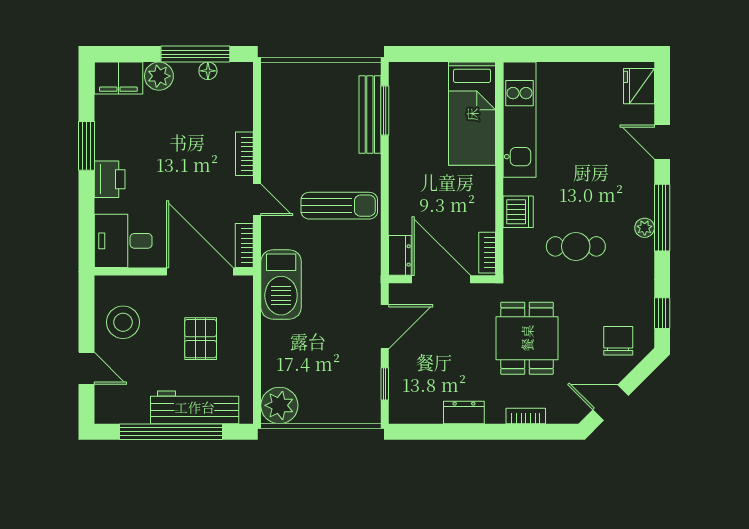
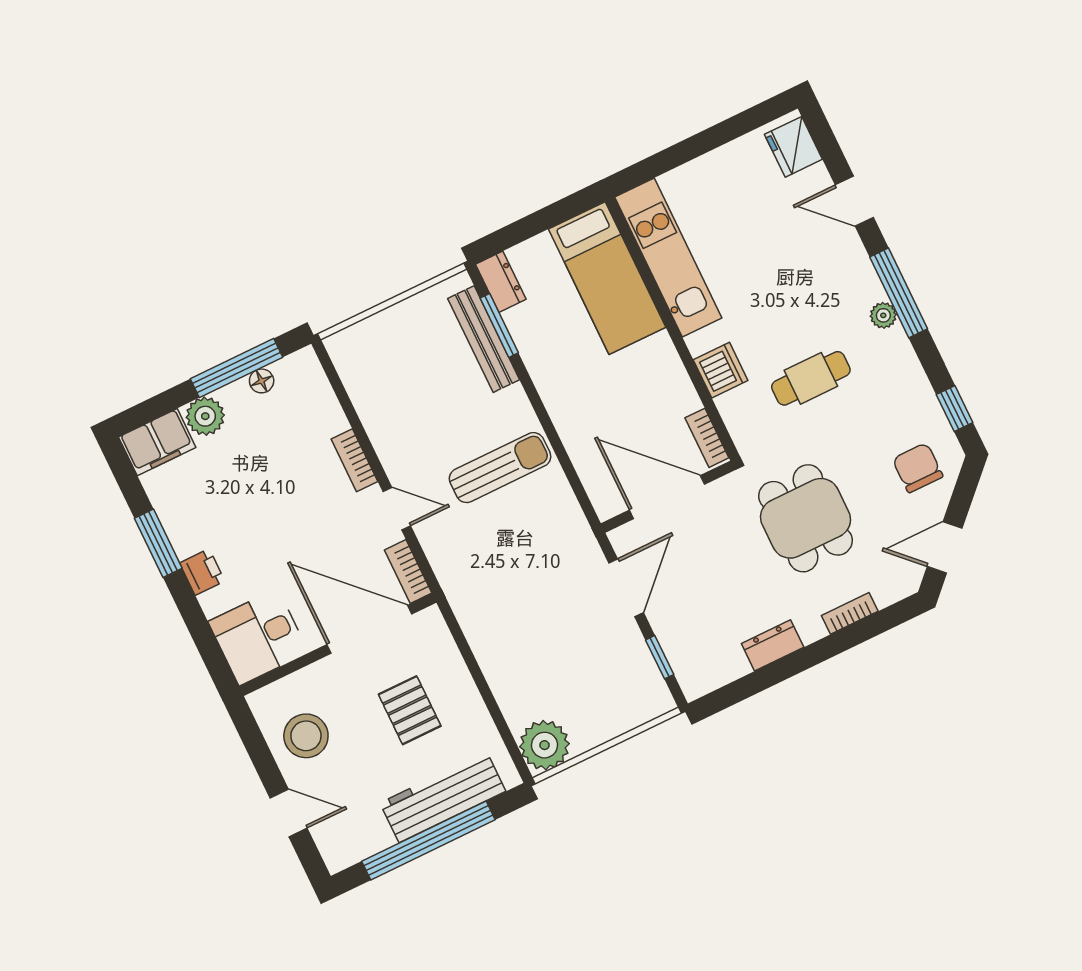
printer: (110, 179) -> (202, 572), width x0.73, depth x0.81
dresser: (400, 255) -> (501, 282), moved
barbecue: (281, 284) -> (476, 597), removed

